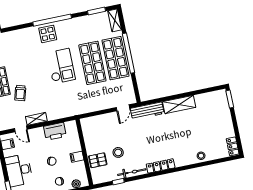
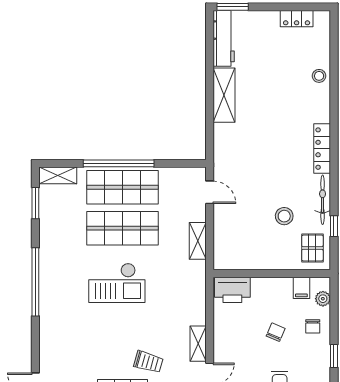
display table: (48, 34) -> (57, 294), removed
checkout: (61, 66) -> (117, 283), turned 180
shelving: (94, 107) -> (198, 241), added
workbench: (147, 111) -> (224, 38), moved
printer: (55, 131) -> (232, 290), moved, turned 90
locker: (233, 146) -> (297, 19), moved
filing cabinet: (77, 157) -> (301, 288), moved
pallet: (98, 160) -> (312, 248), moved

